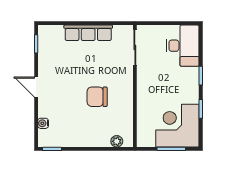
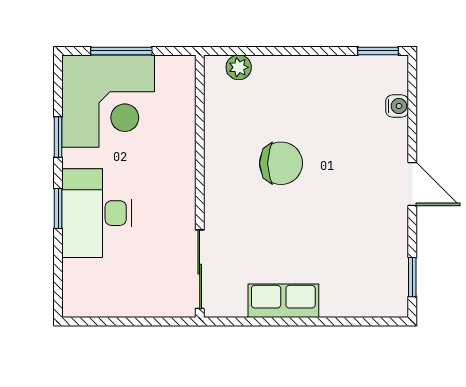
row of seats: (88, 33) -> (283, 301), width x0.68
desk: (183, 46) -> (97, 213), moved

